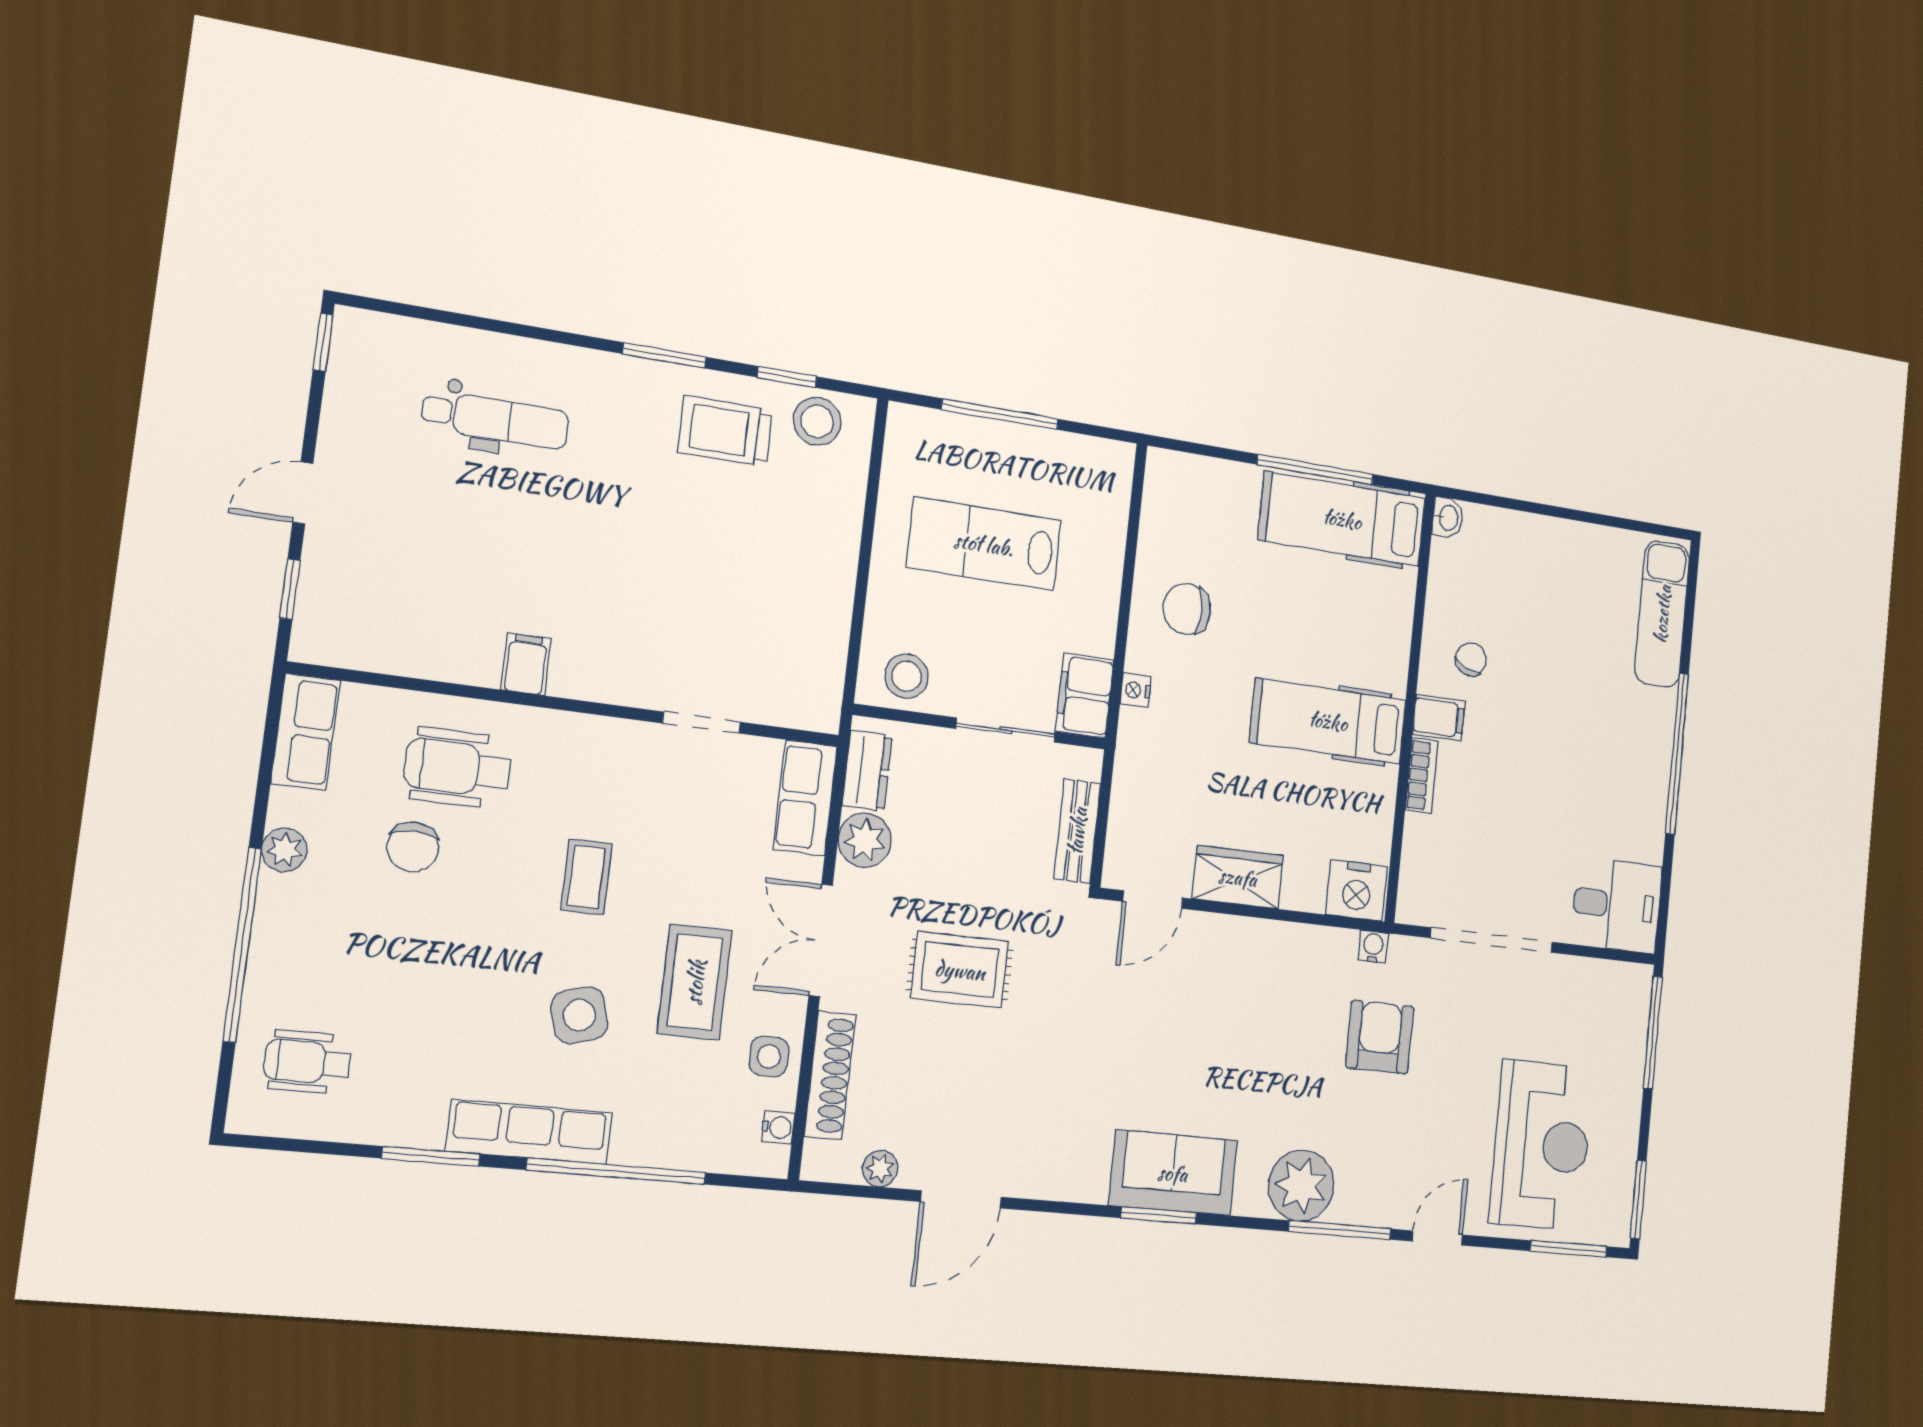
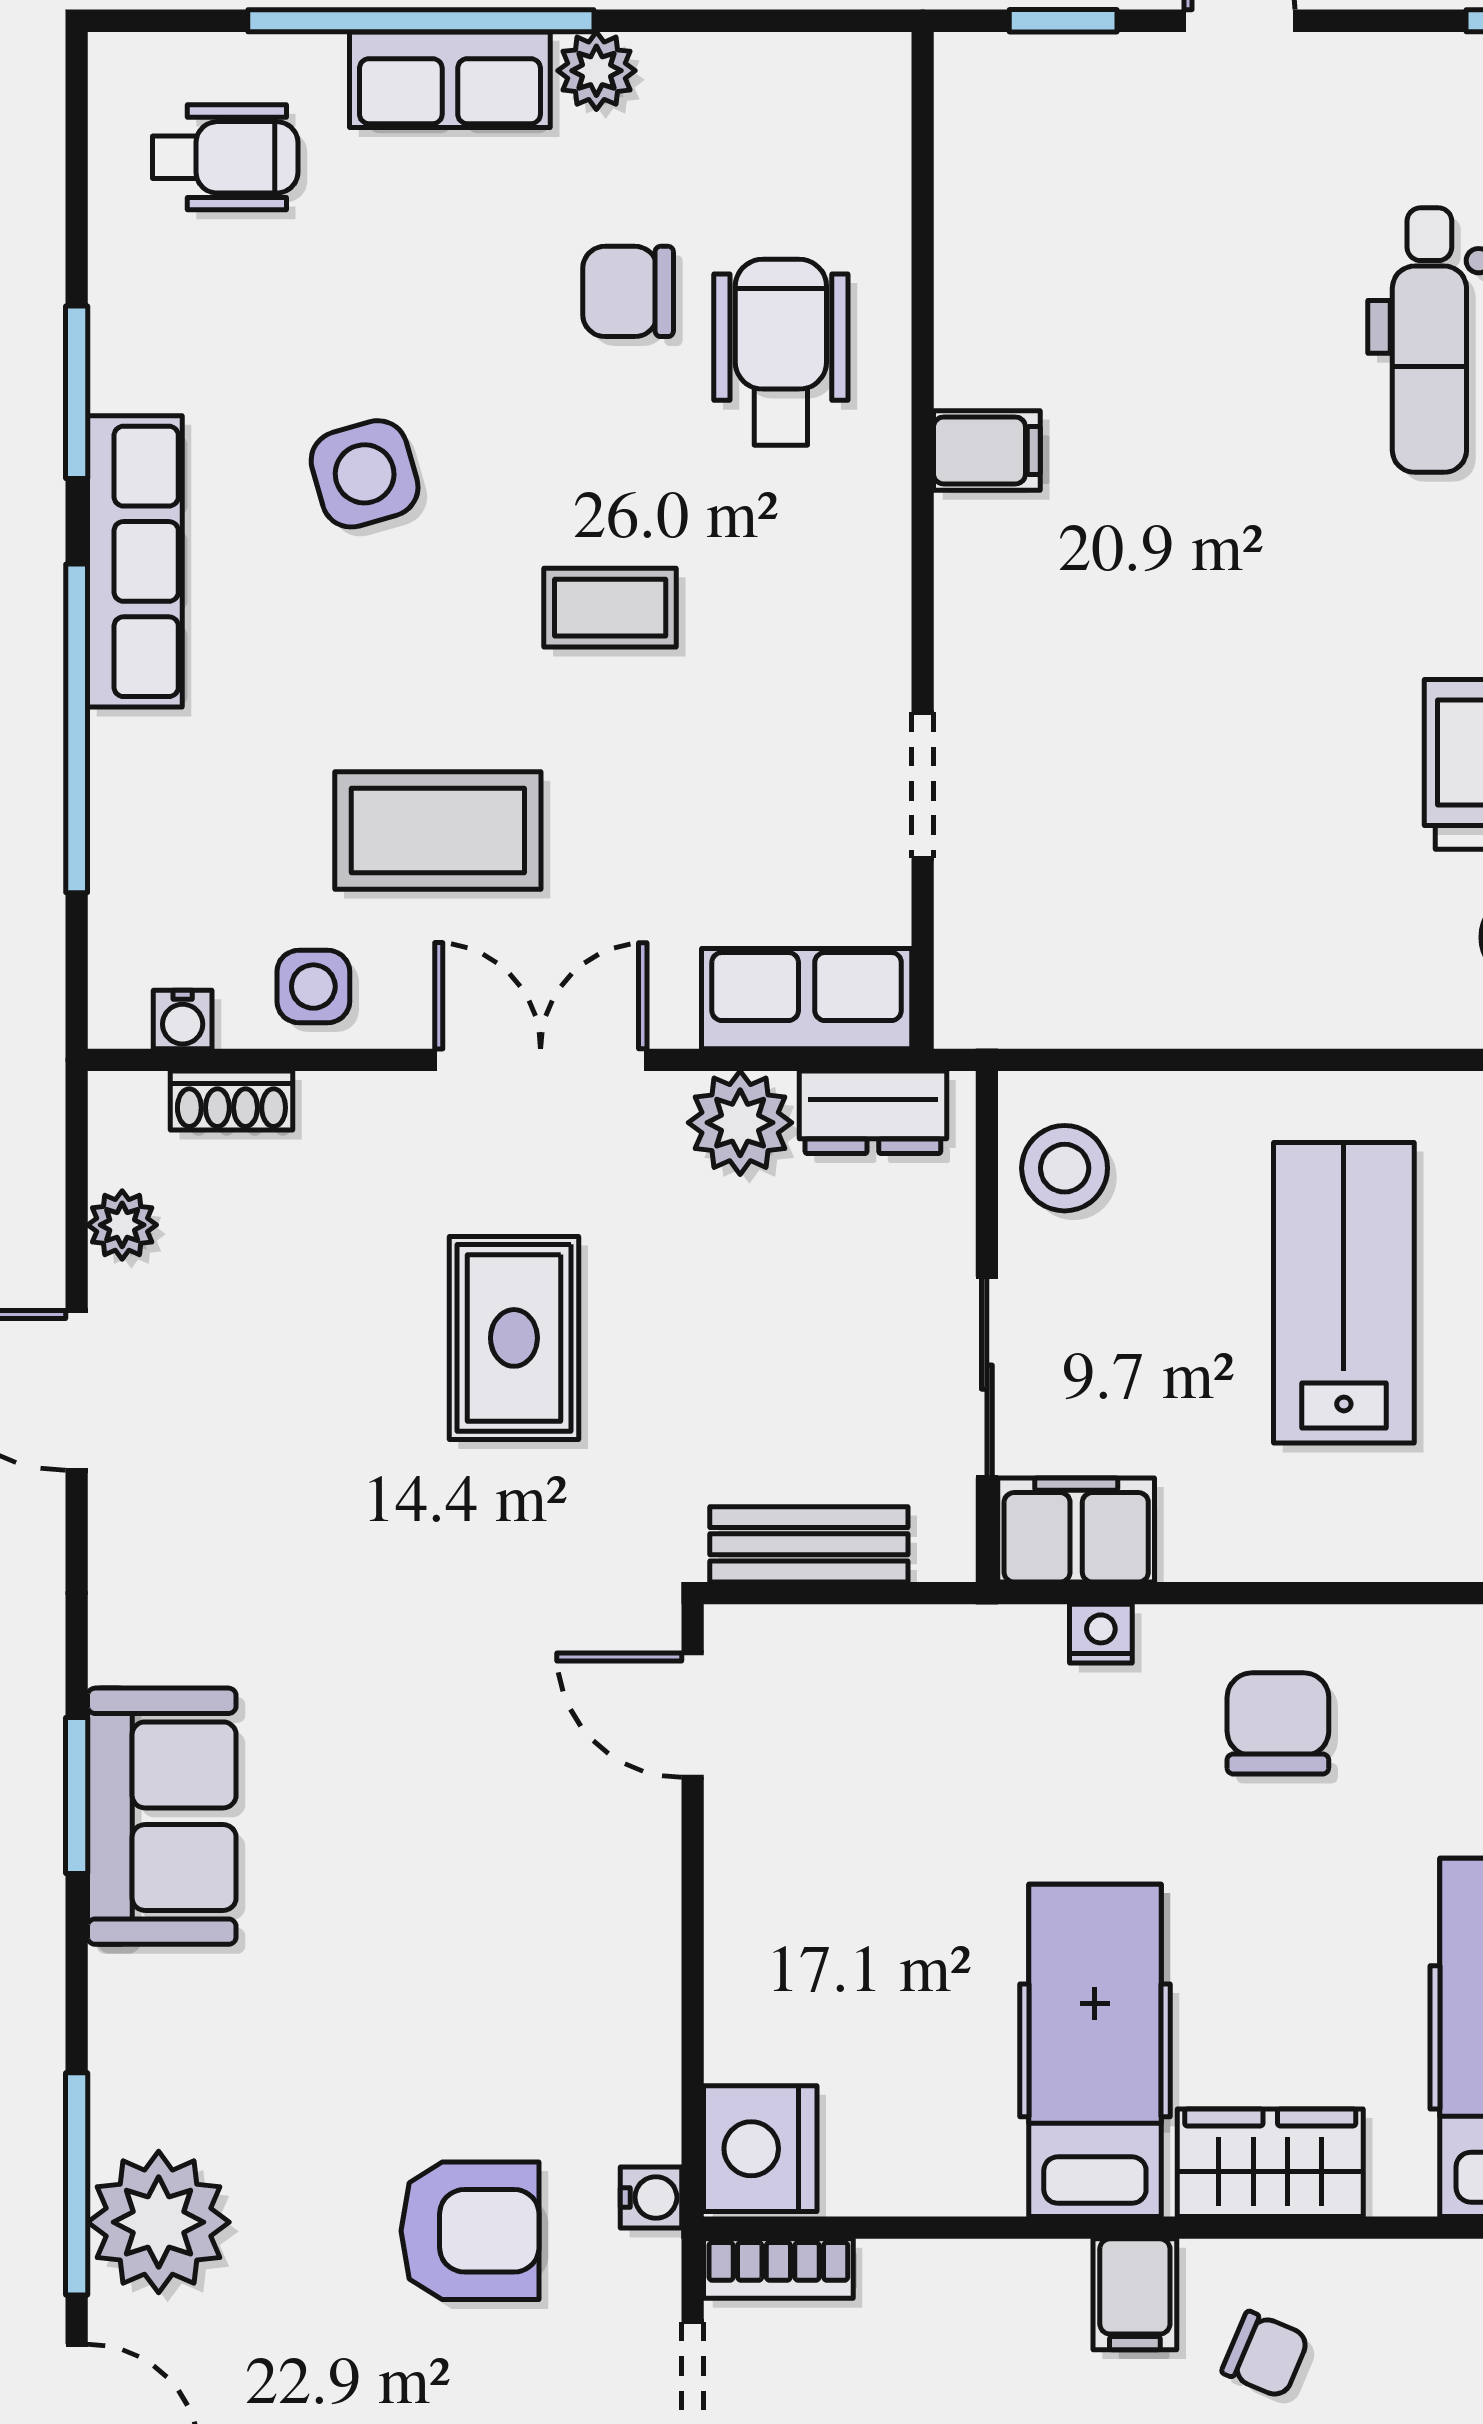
row of seats: (305, 732) -> (450, 80), moved
bookcase: (1422, 776) -> (778, 2269), moved
wardrobe: (1238, 877) -> (1270, 2163), moved, turned -90
side table: (579, 1015) -> (365, 474), moved
wheelchair: (307, 1062) -> (225, 157), turned 90
shoe rack: (830, 1075) -> (231, 1101), width x0.51, depth x0.81
plant: (1301, 1186) -> (159, 2222), moved

